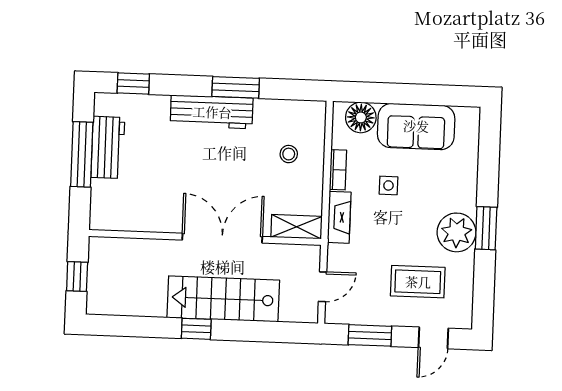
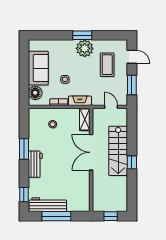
workbench: (212, 112) -> (35, 164), width x0.73
workbench: (108, 147) -> (48, 205), width x1.38

